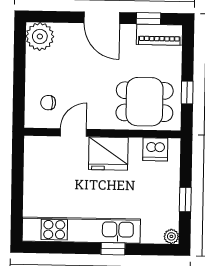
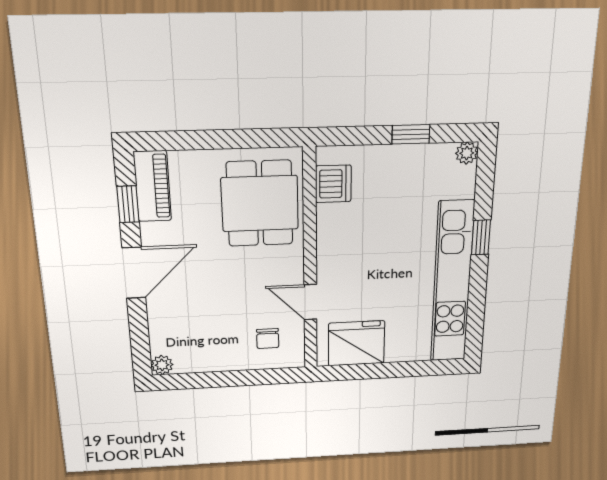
plant: (40, 36) -> (162, 365), width x0.53, depth x0.53
window: (187, 92) -> (242, 139), removed
fridge: (108, 154) -> (356, 343), moved, turned -90

